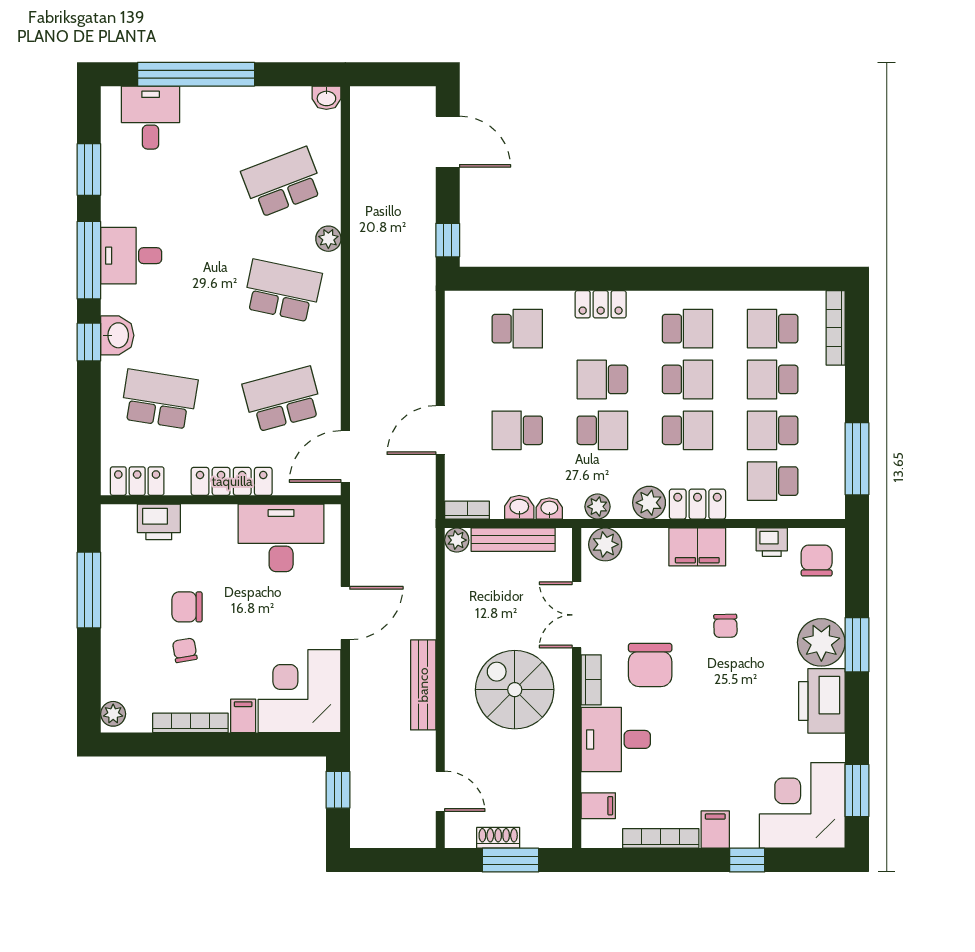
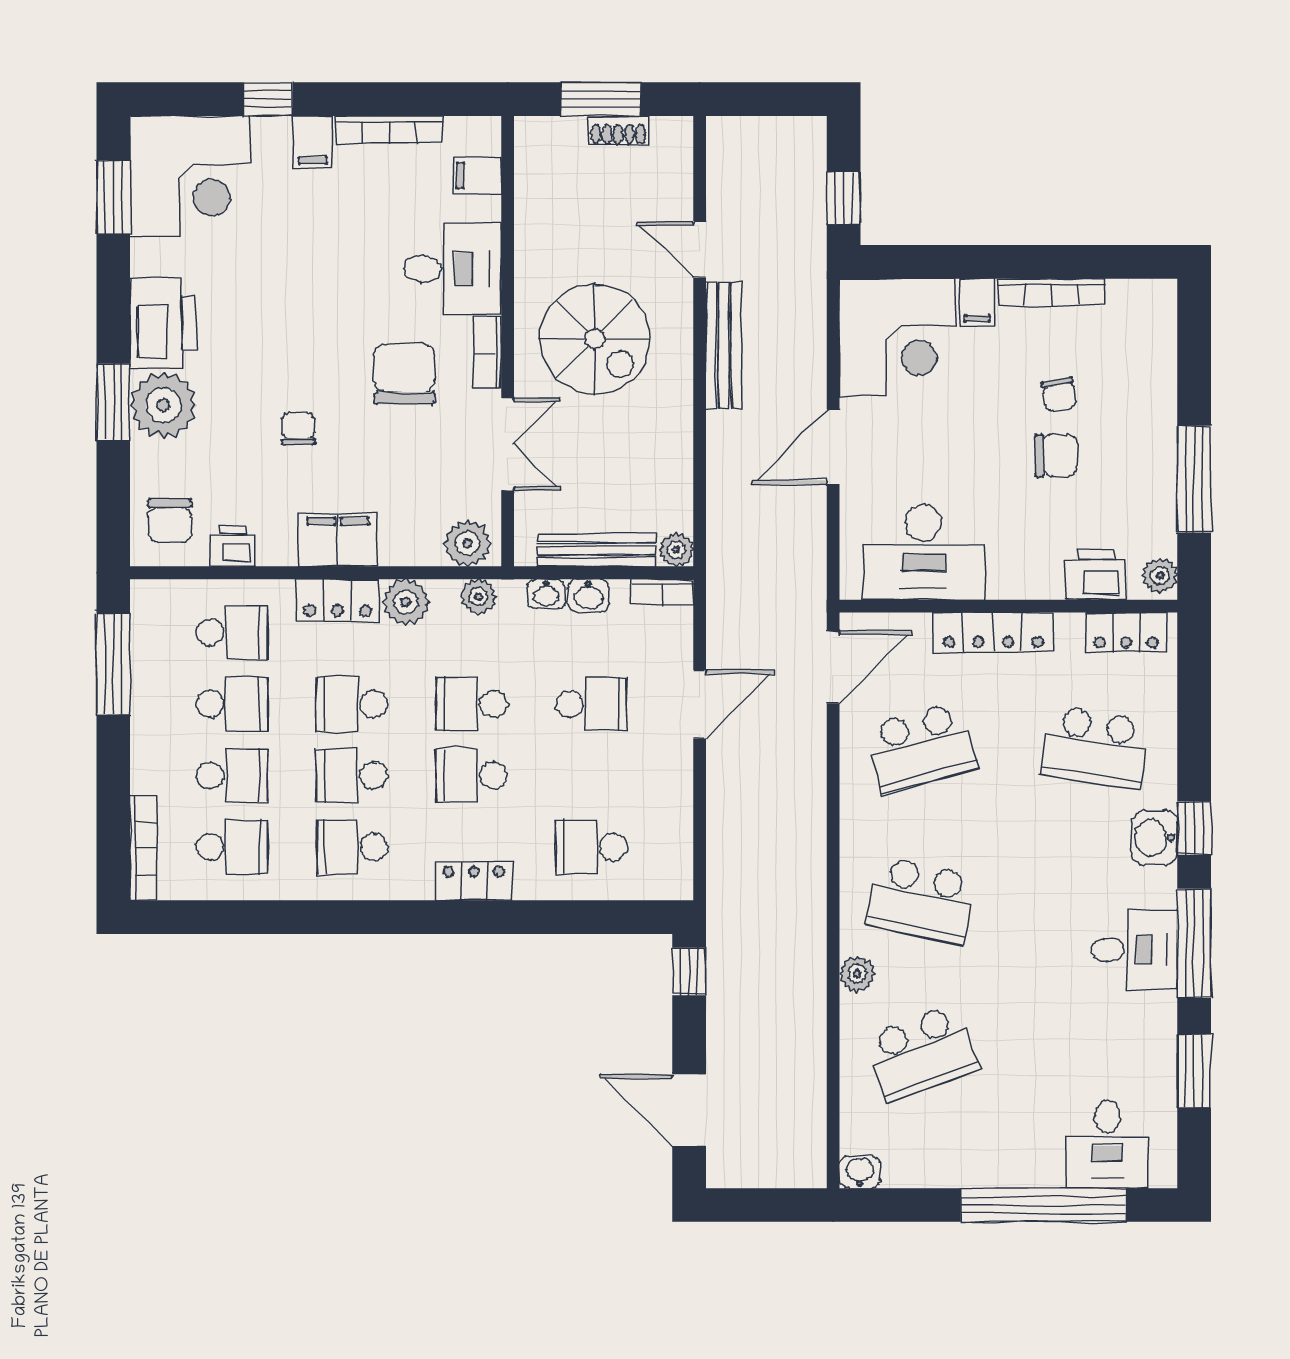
school desk: (602, 379) -> (472, 775), turned 180
plant: (113, 714) -> (1160, 575), moved
door: (440, 791) -> (700, 250), moved

